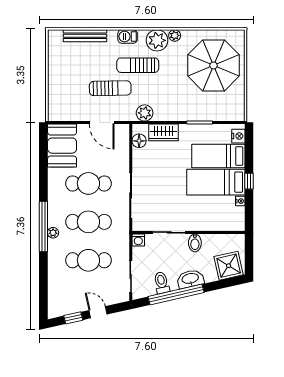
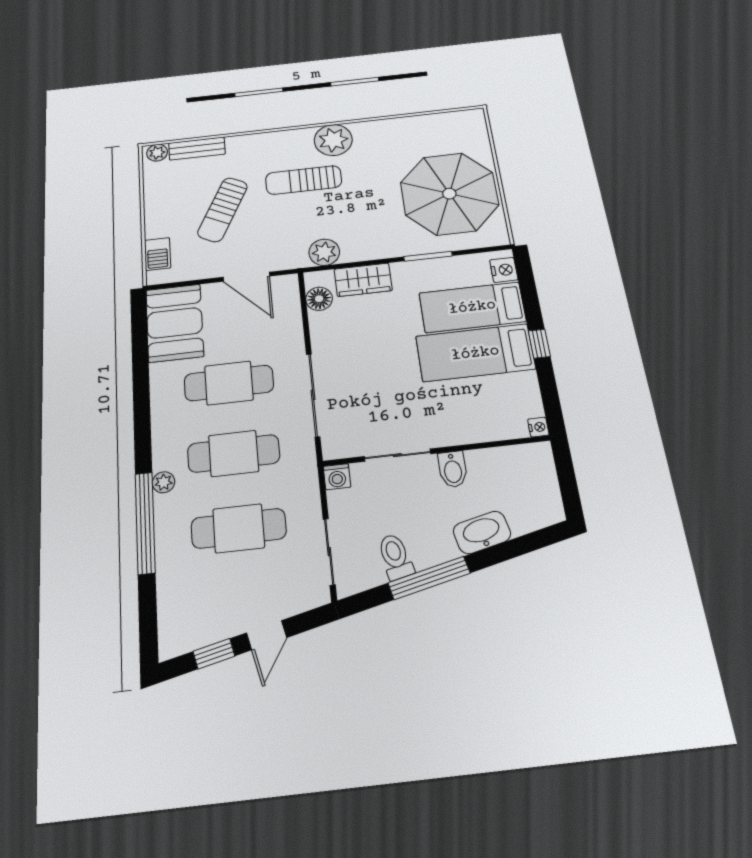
plant: (175, 35) -> (157, 153), moved
bench: (85, 36) -> (197, 149), width x0.73
barbecue: (128, 36) -> (158, 254), moved, turned -90
parasol: (214, 65) -> (449, 194), moved
sun lounger: (110, 88) -> (223, 210), moved, turned 118
nightstand: (240, 201) -> (538, 427), moved
window: (43, 227) -> (145, 523), moved
shower: (229, 266) -> (529, 506), removed
washbasin: (190, 279) -> (482, 532), moved
window: (176, 295) -> (429, 578), width x0.68
door: (98, 312) -> (267, 635), swing flipped

